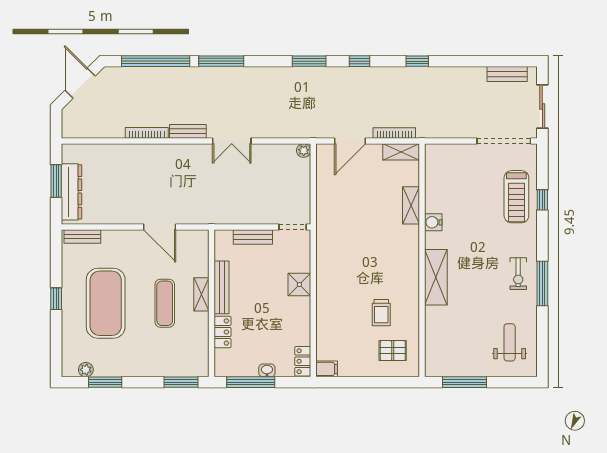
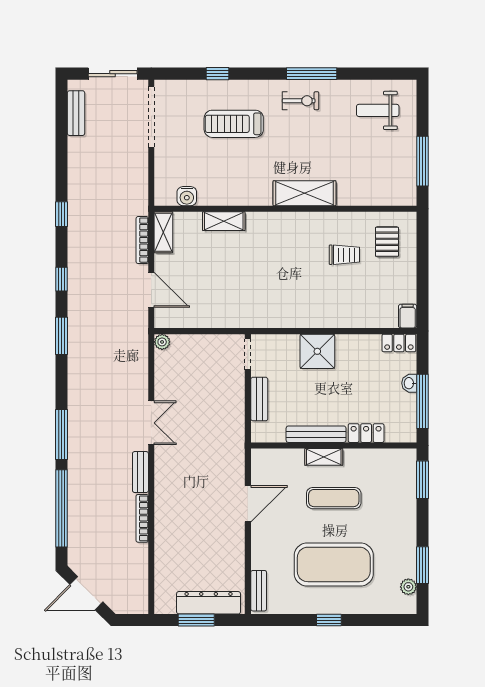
treadmill: (516, 197) -> (234, 124), moved, turned 180
water cooler: (433, 222) -> (187, 196), moved
shower: (299, 285) -> (317, 351), width x1.36, depth x1.36

